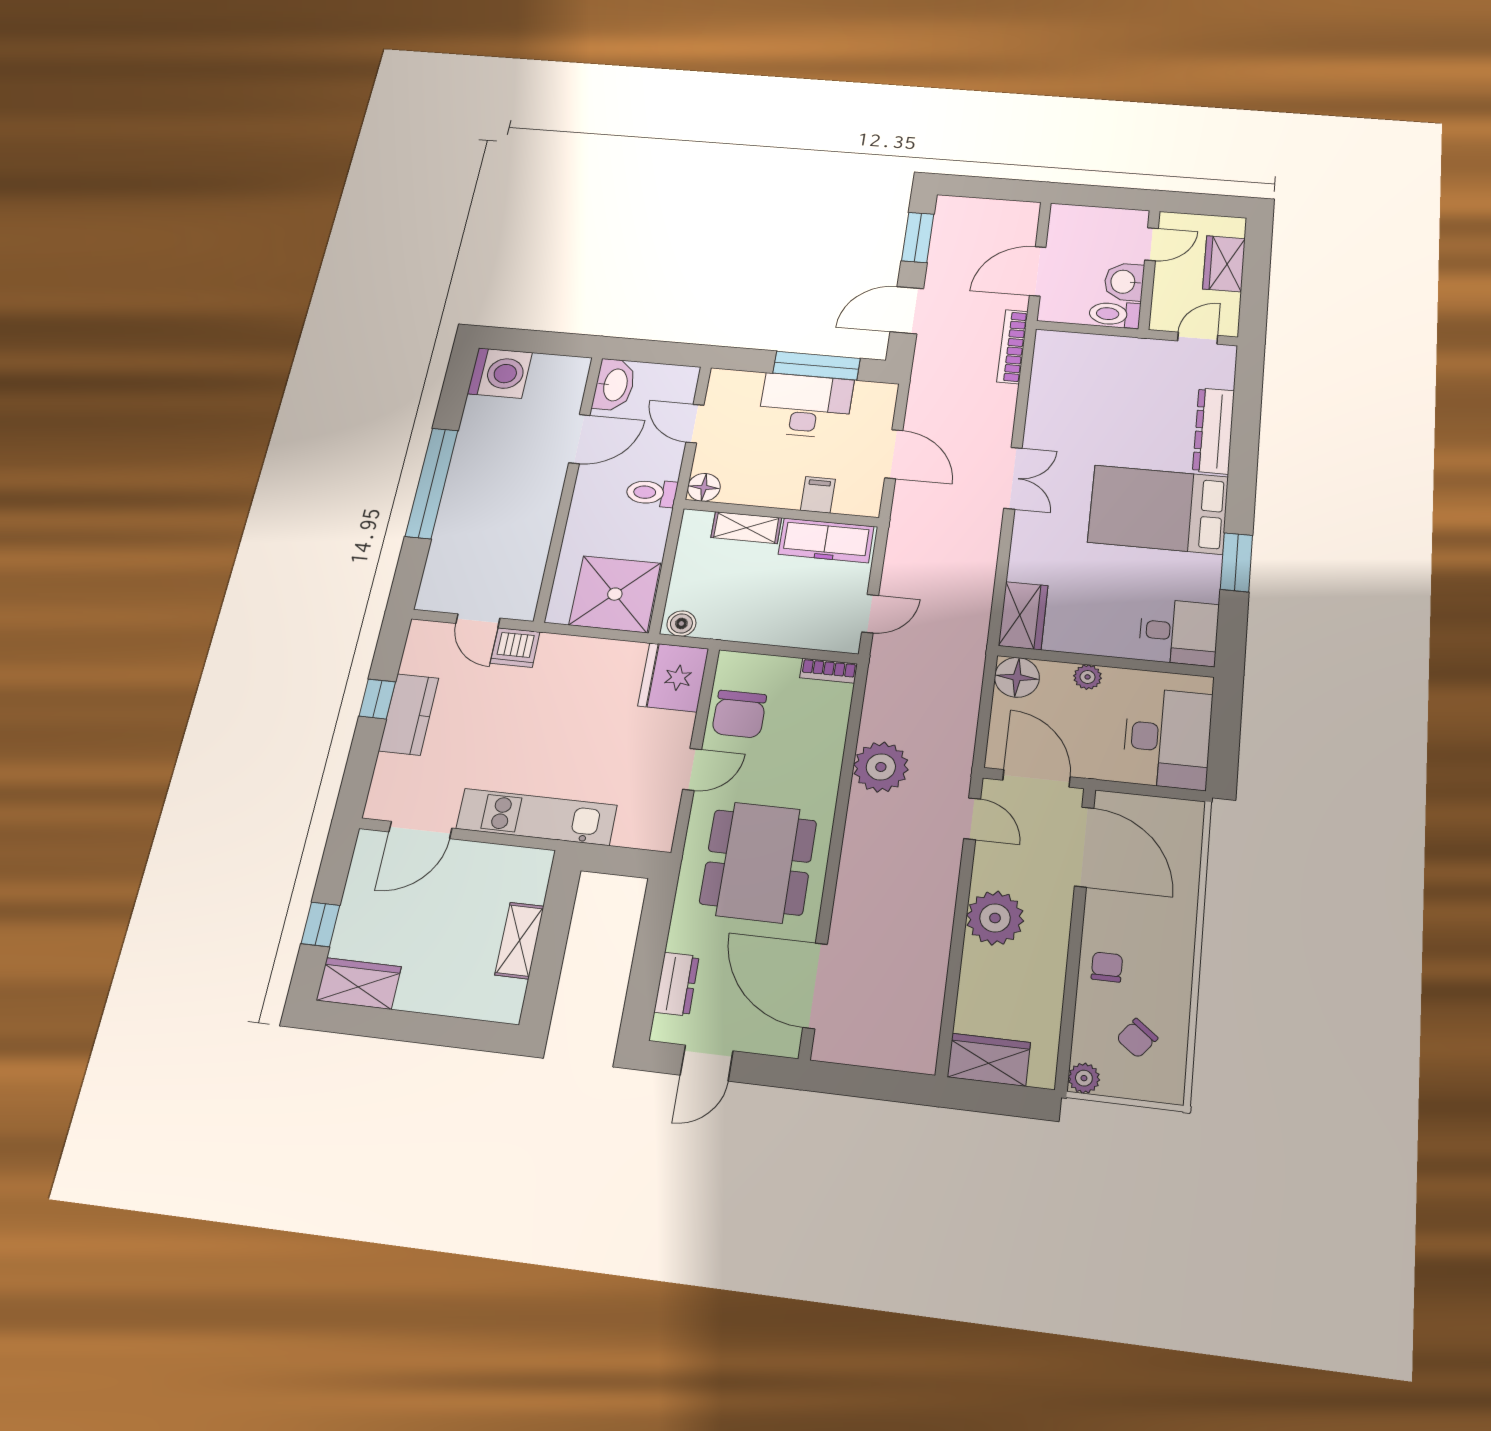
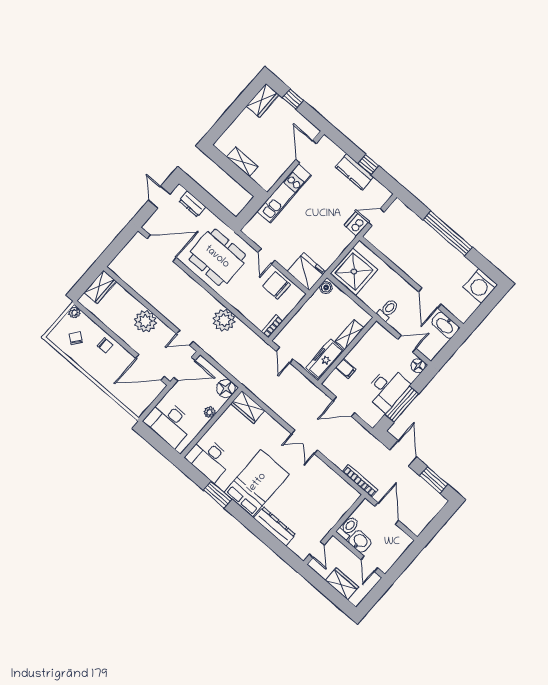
floor lamp: (704, 487) -> (418, 366), moved
desk: (1179, 632) -> (209, 459), width x1.37

